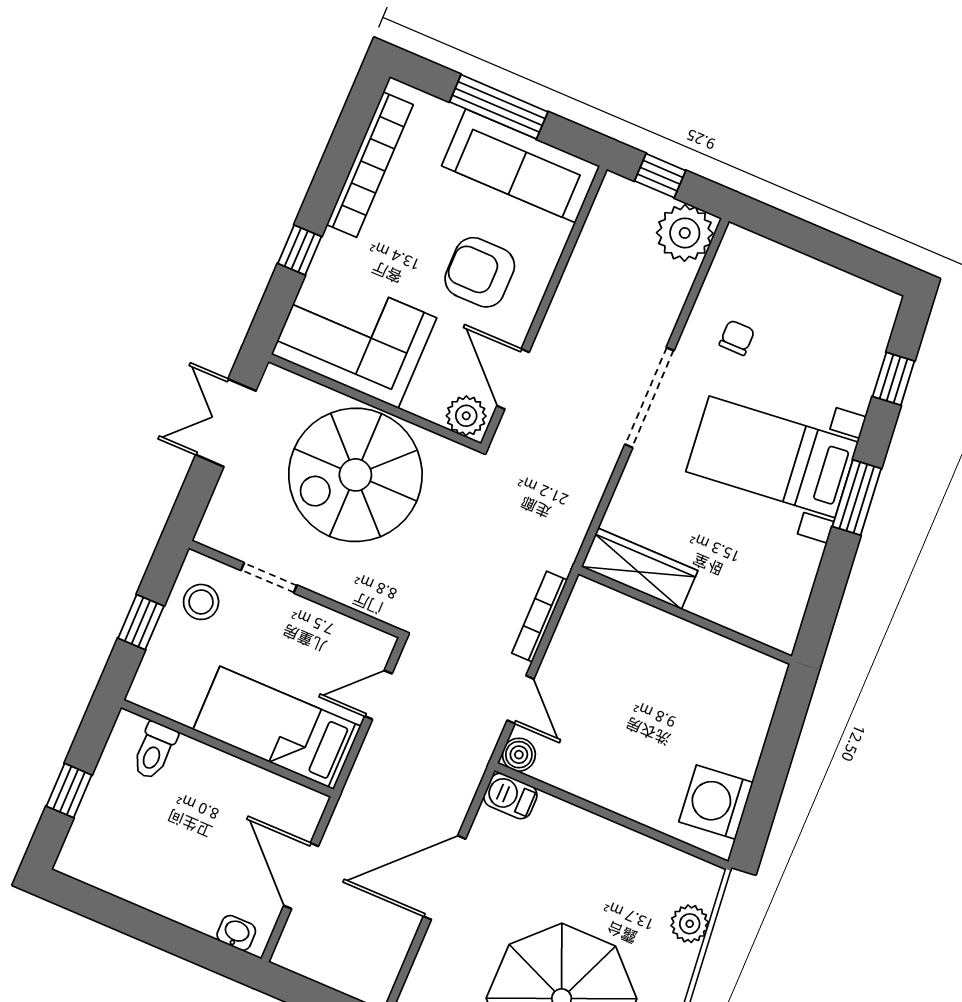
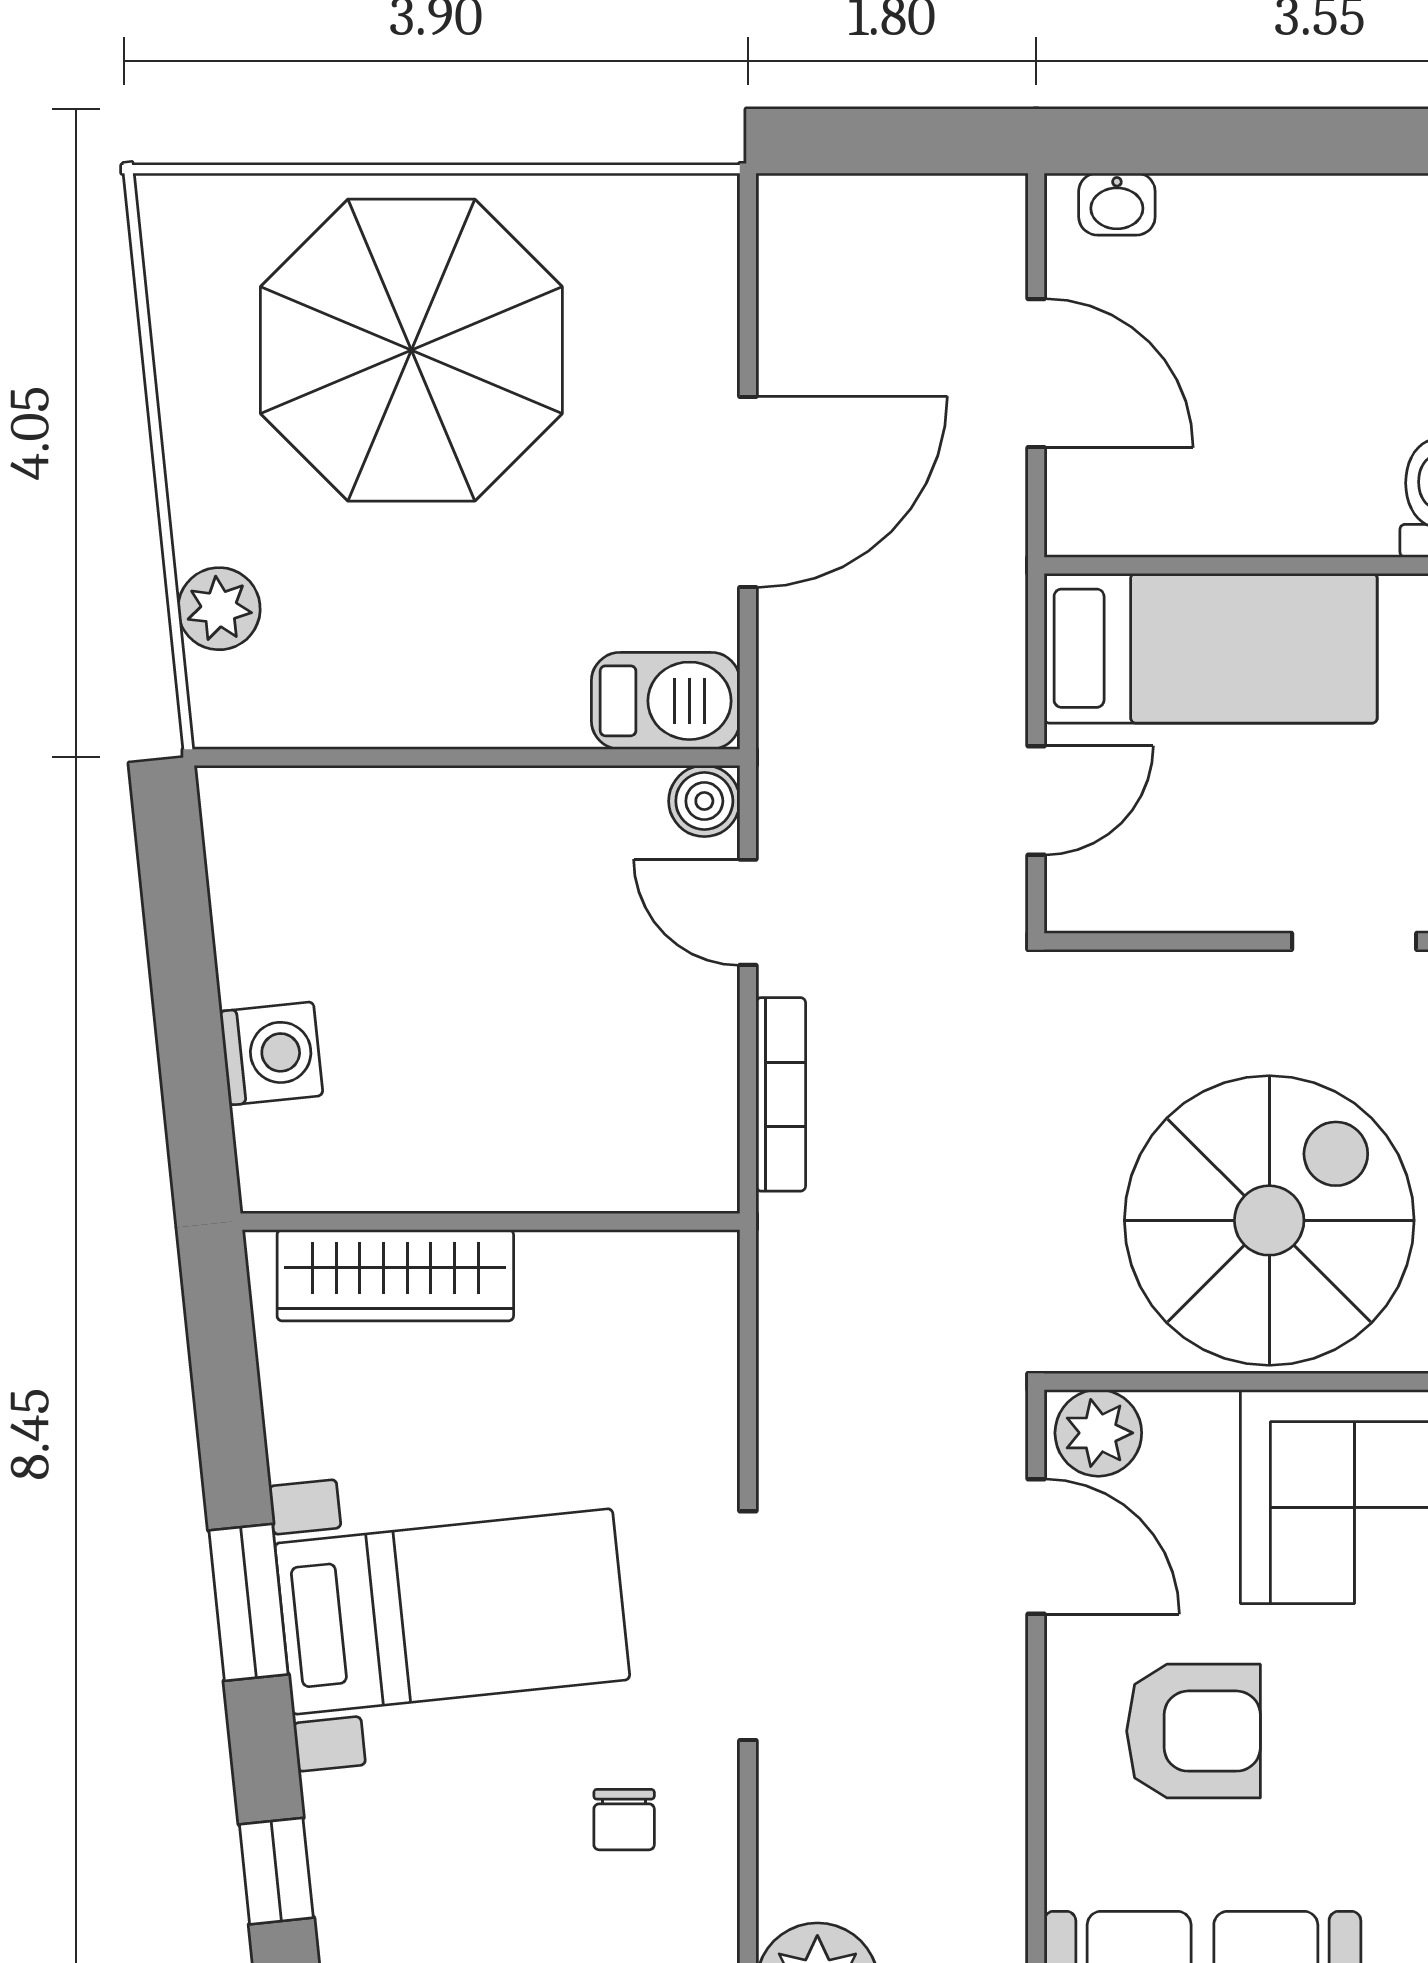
wardrobe: (640, 569) -> (395, 1275), moved
barbecue: (510, 796) -> (666, 701), width x1.38, depth x1.27
washing machine: (716, 802) -> (271, 1053), moved, width x0.73, depth x0.73

